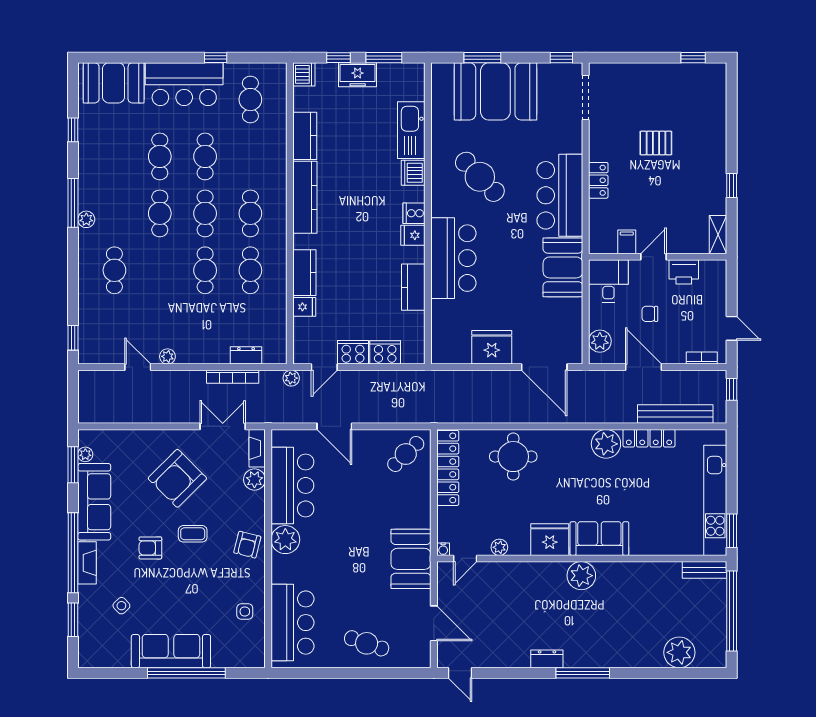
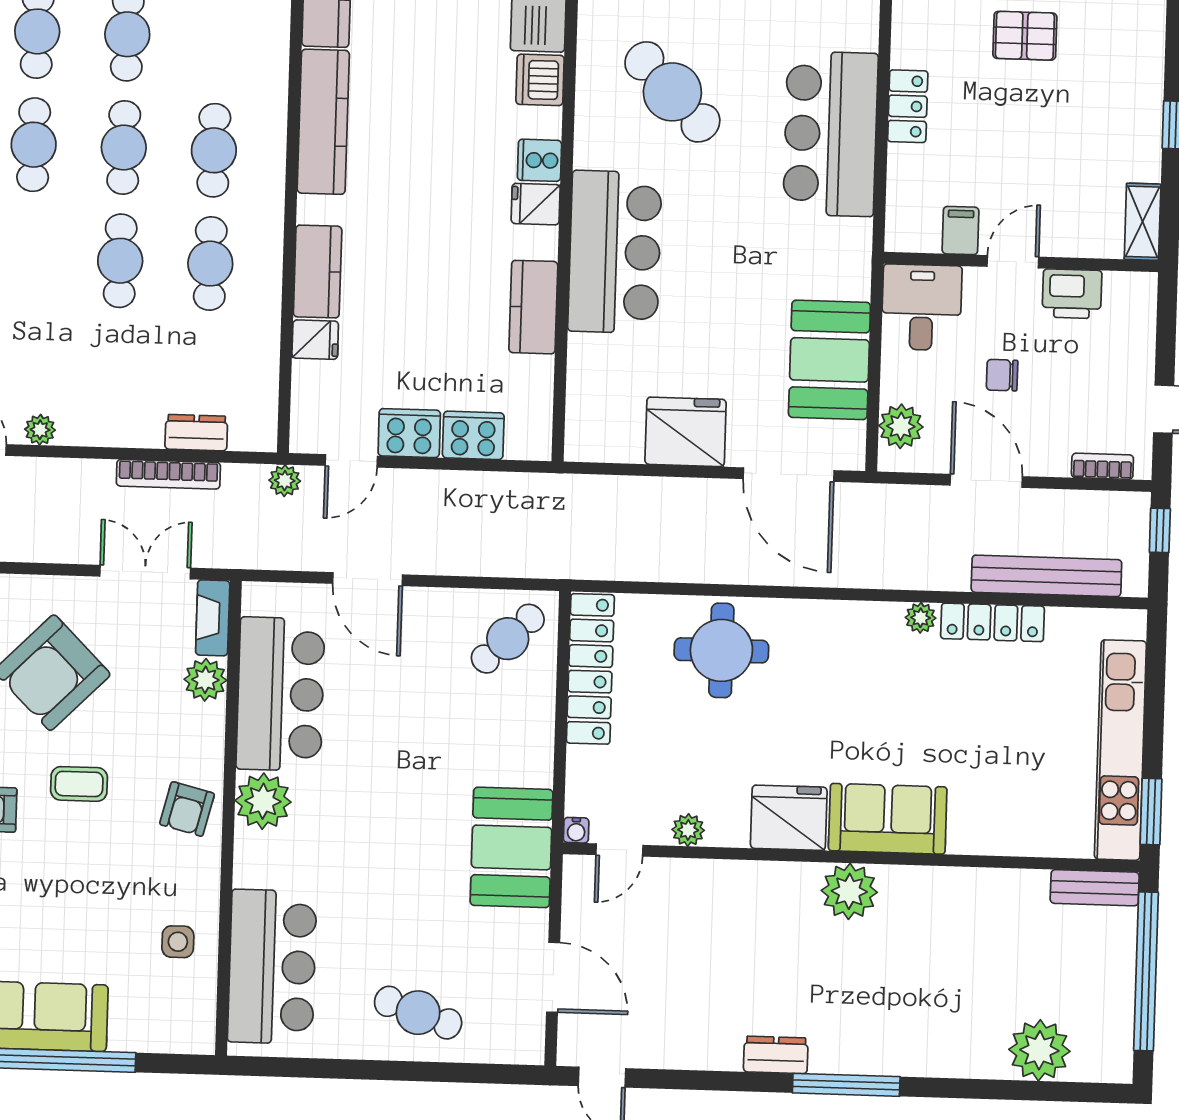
booth: (563, 267) -> (829, 360), moved
plant: (606, 444) -> (921, 618), width x0.53, depth x0.53

